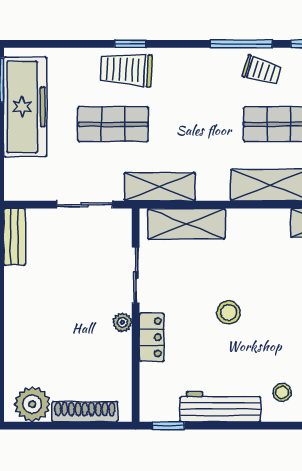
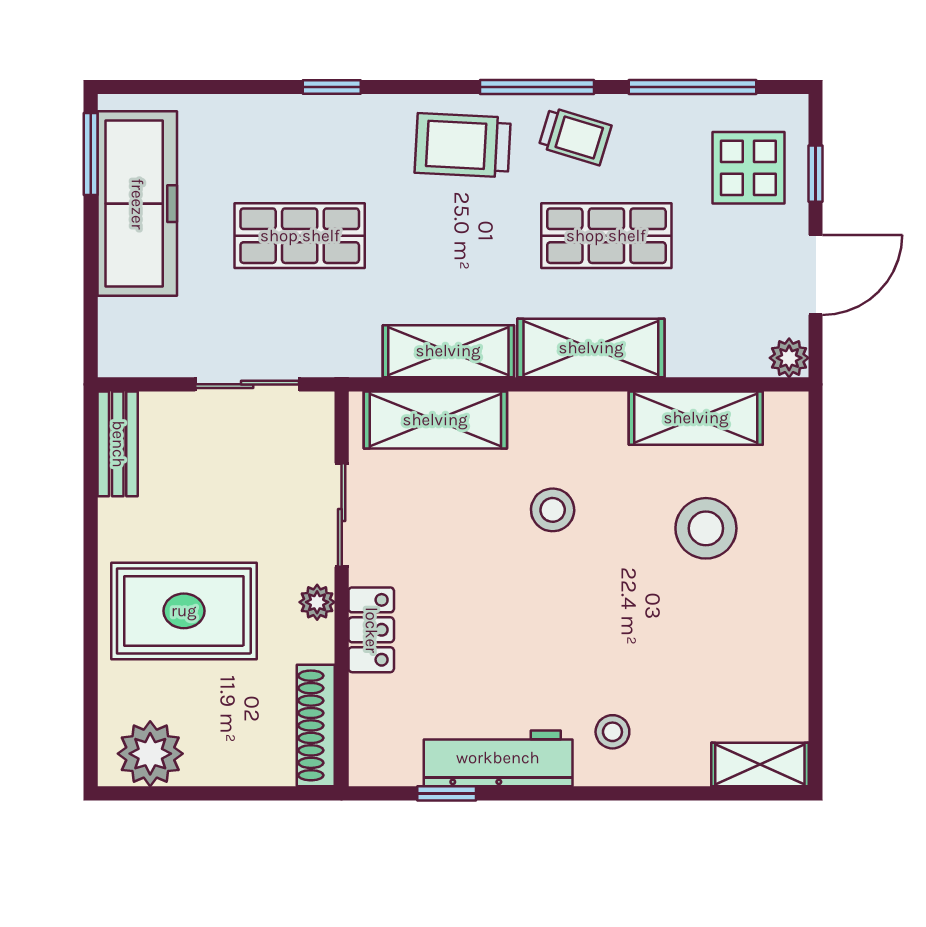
trolley: (126, 70) -> (463, 145), moved
shelving: (160, 187) -> (448, 351), moved
stool: (229, 312) -> (553, 510), moved
rug: (50, 327) -> (184, 611), added
shoe rack: (85, 412) -> (316, 725), moved, turned -90
window: (168, 426) -> (447, 793), moved

